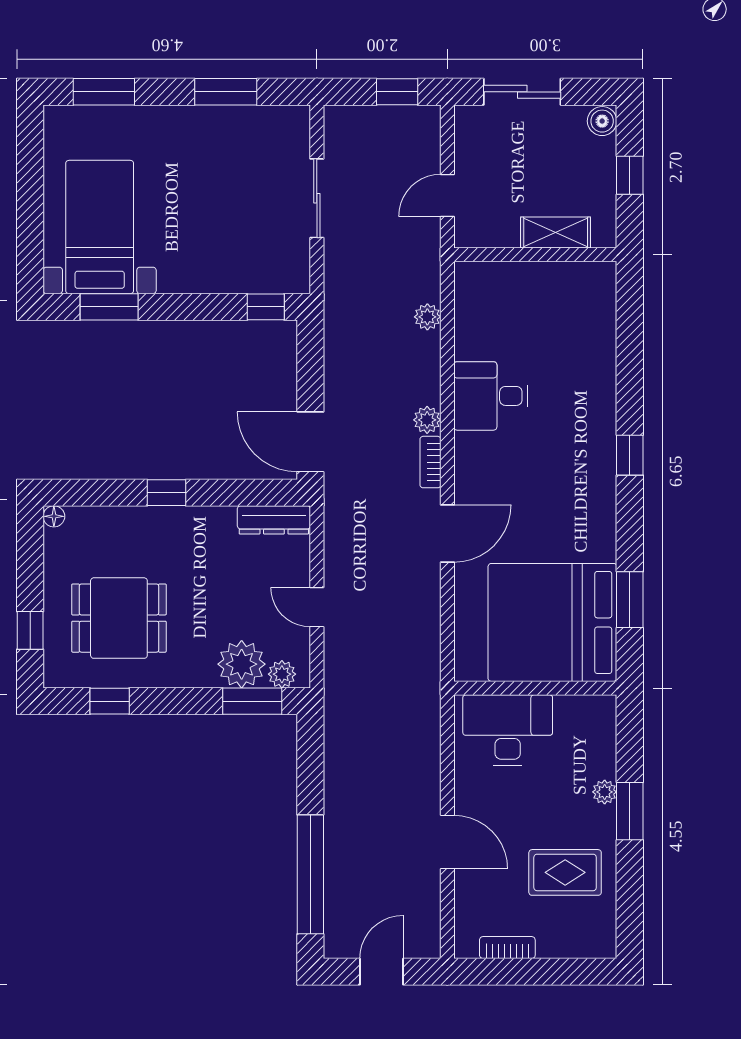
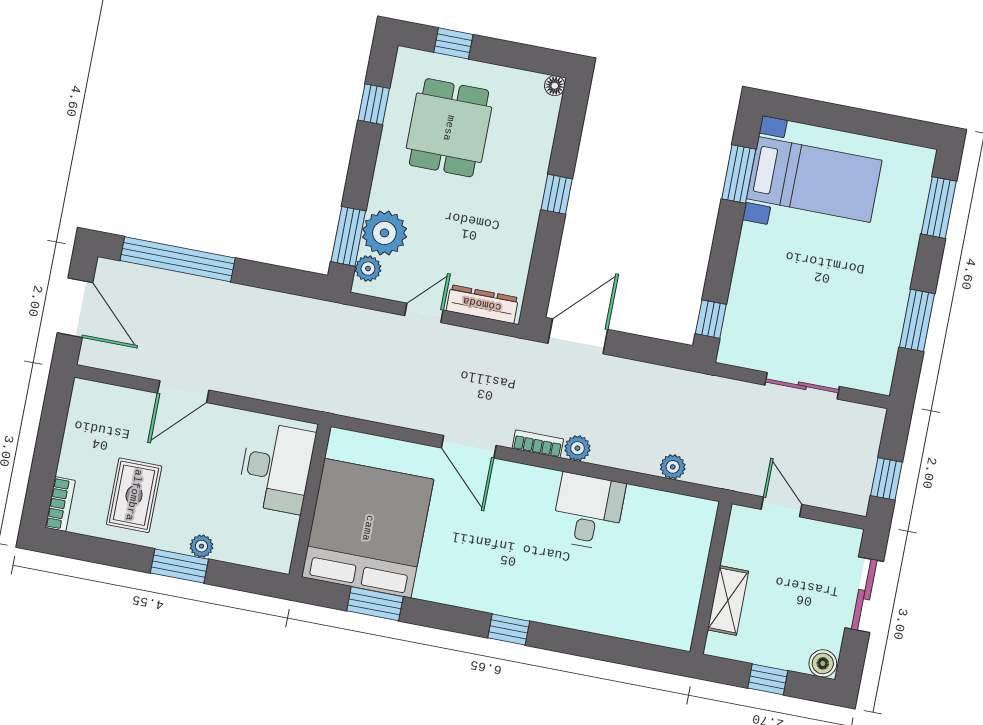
dresser: (274, 520) -> (482, 304), moved, turned 90
bookcase: (507, 948) -> (60, 504), moved
door: (381, 972) -> (75, 308), width x1.38

